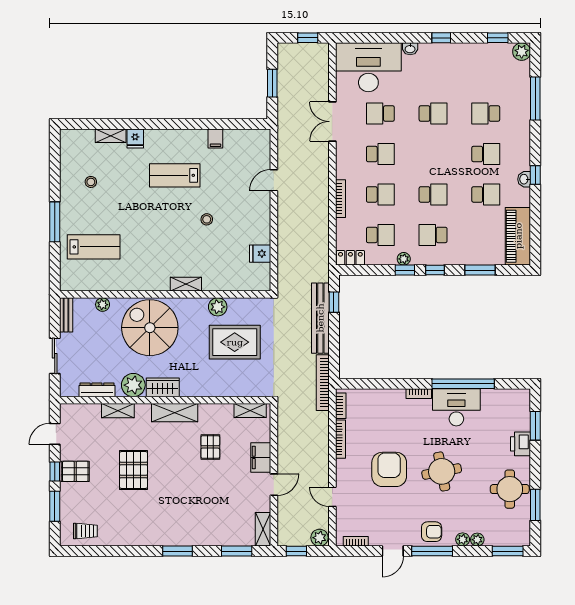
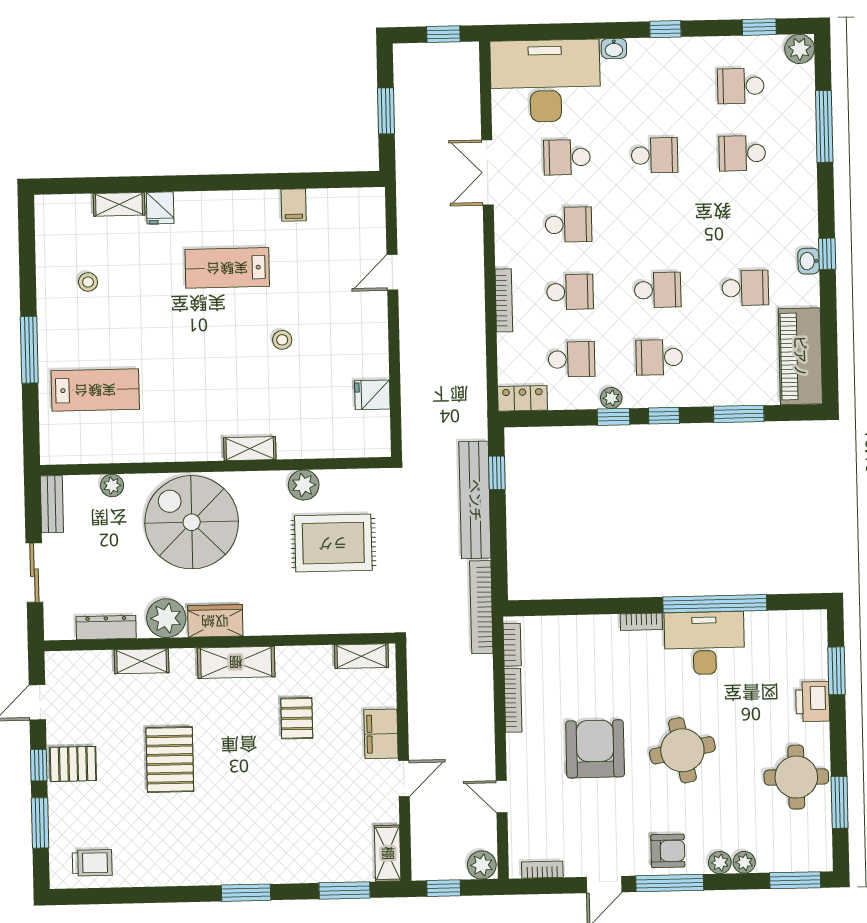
school desk: (486, 154) -> (741, 86), moved, turned 180

